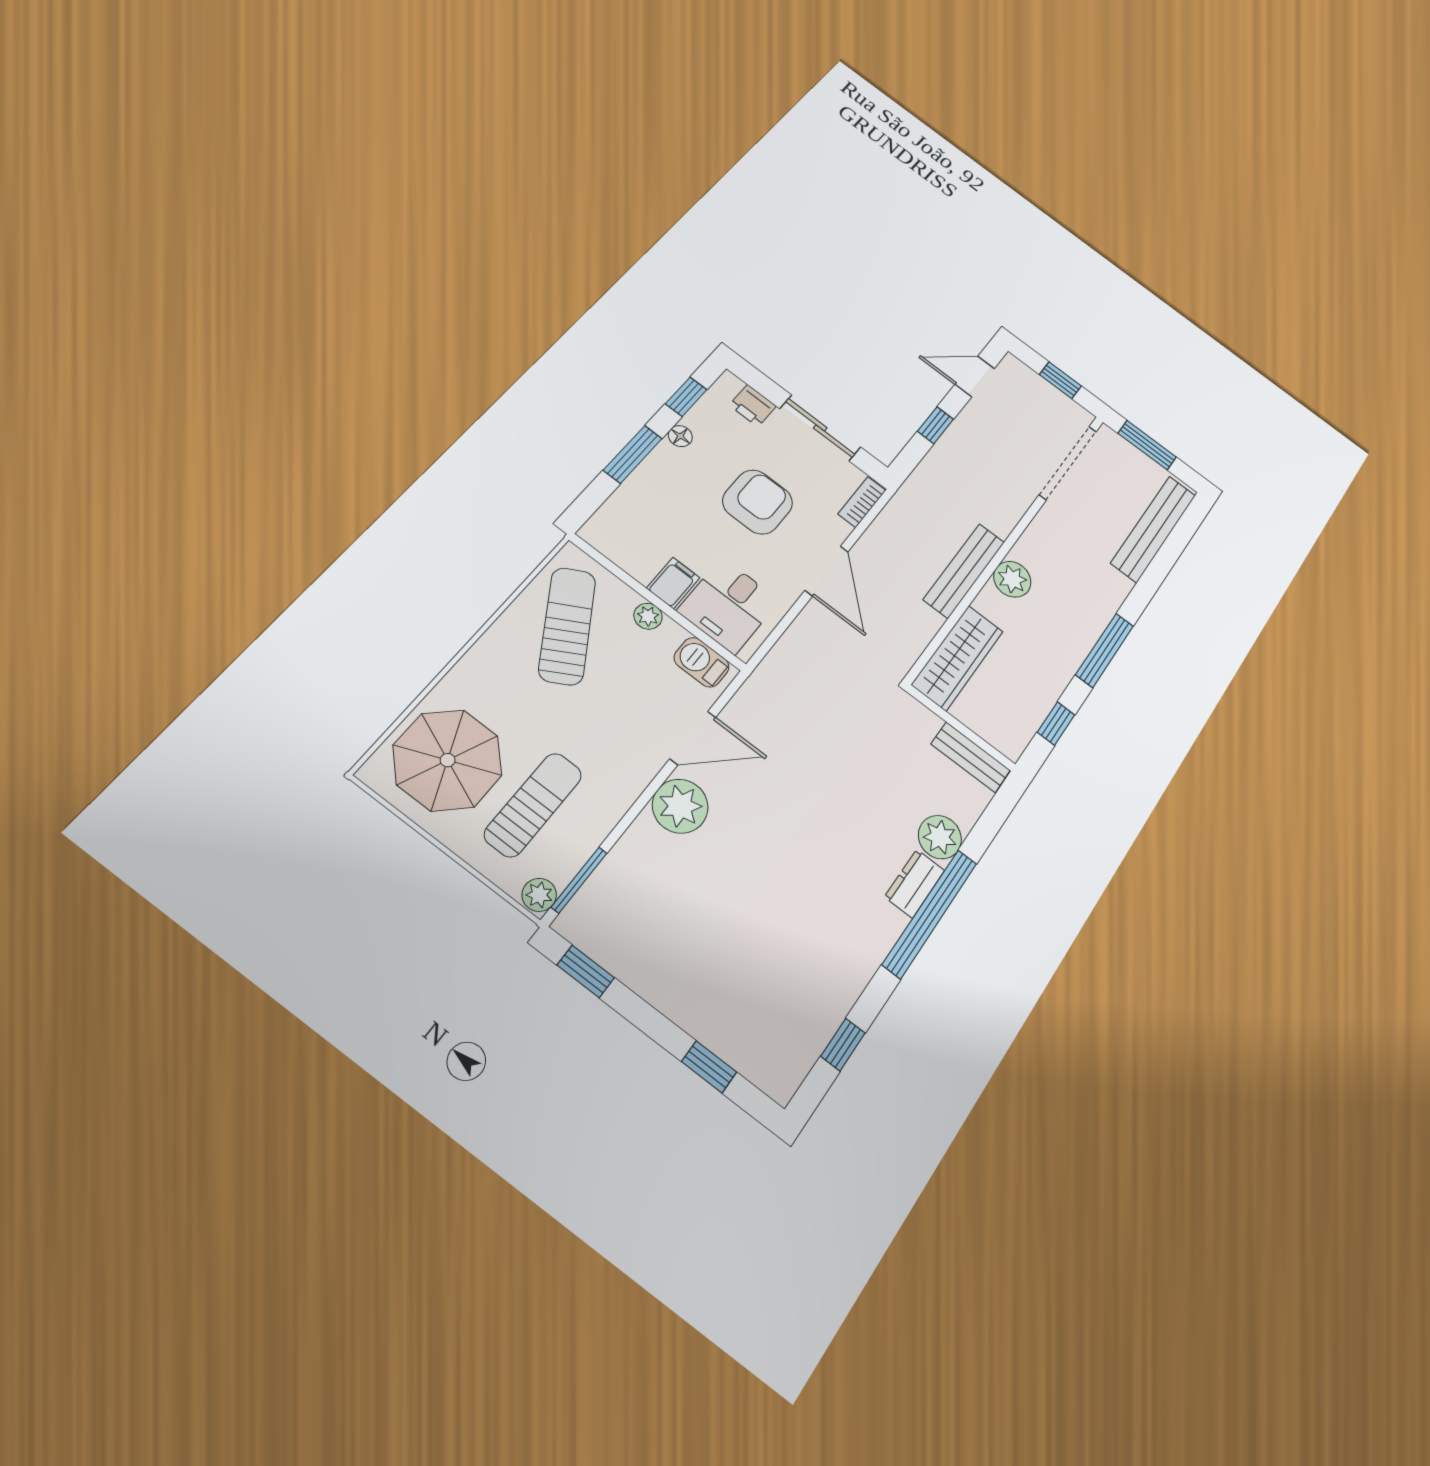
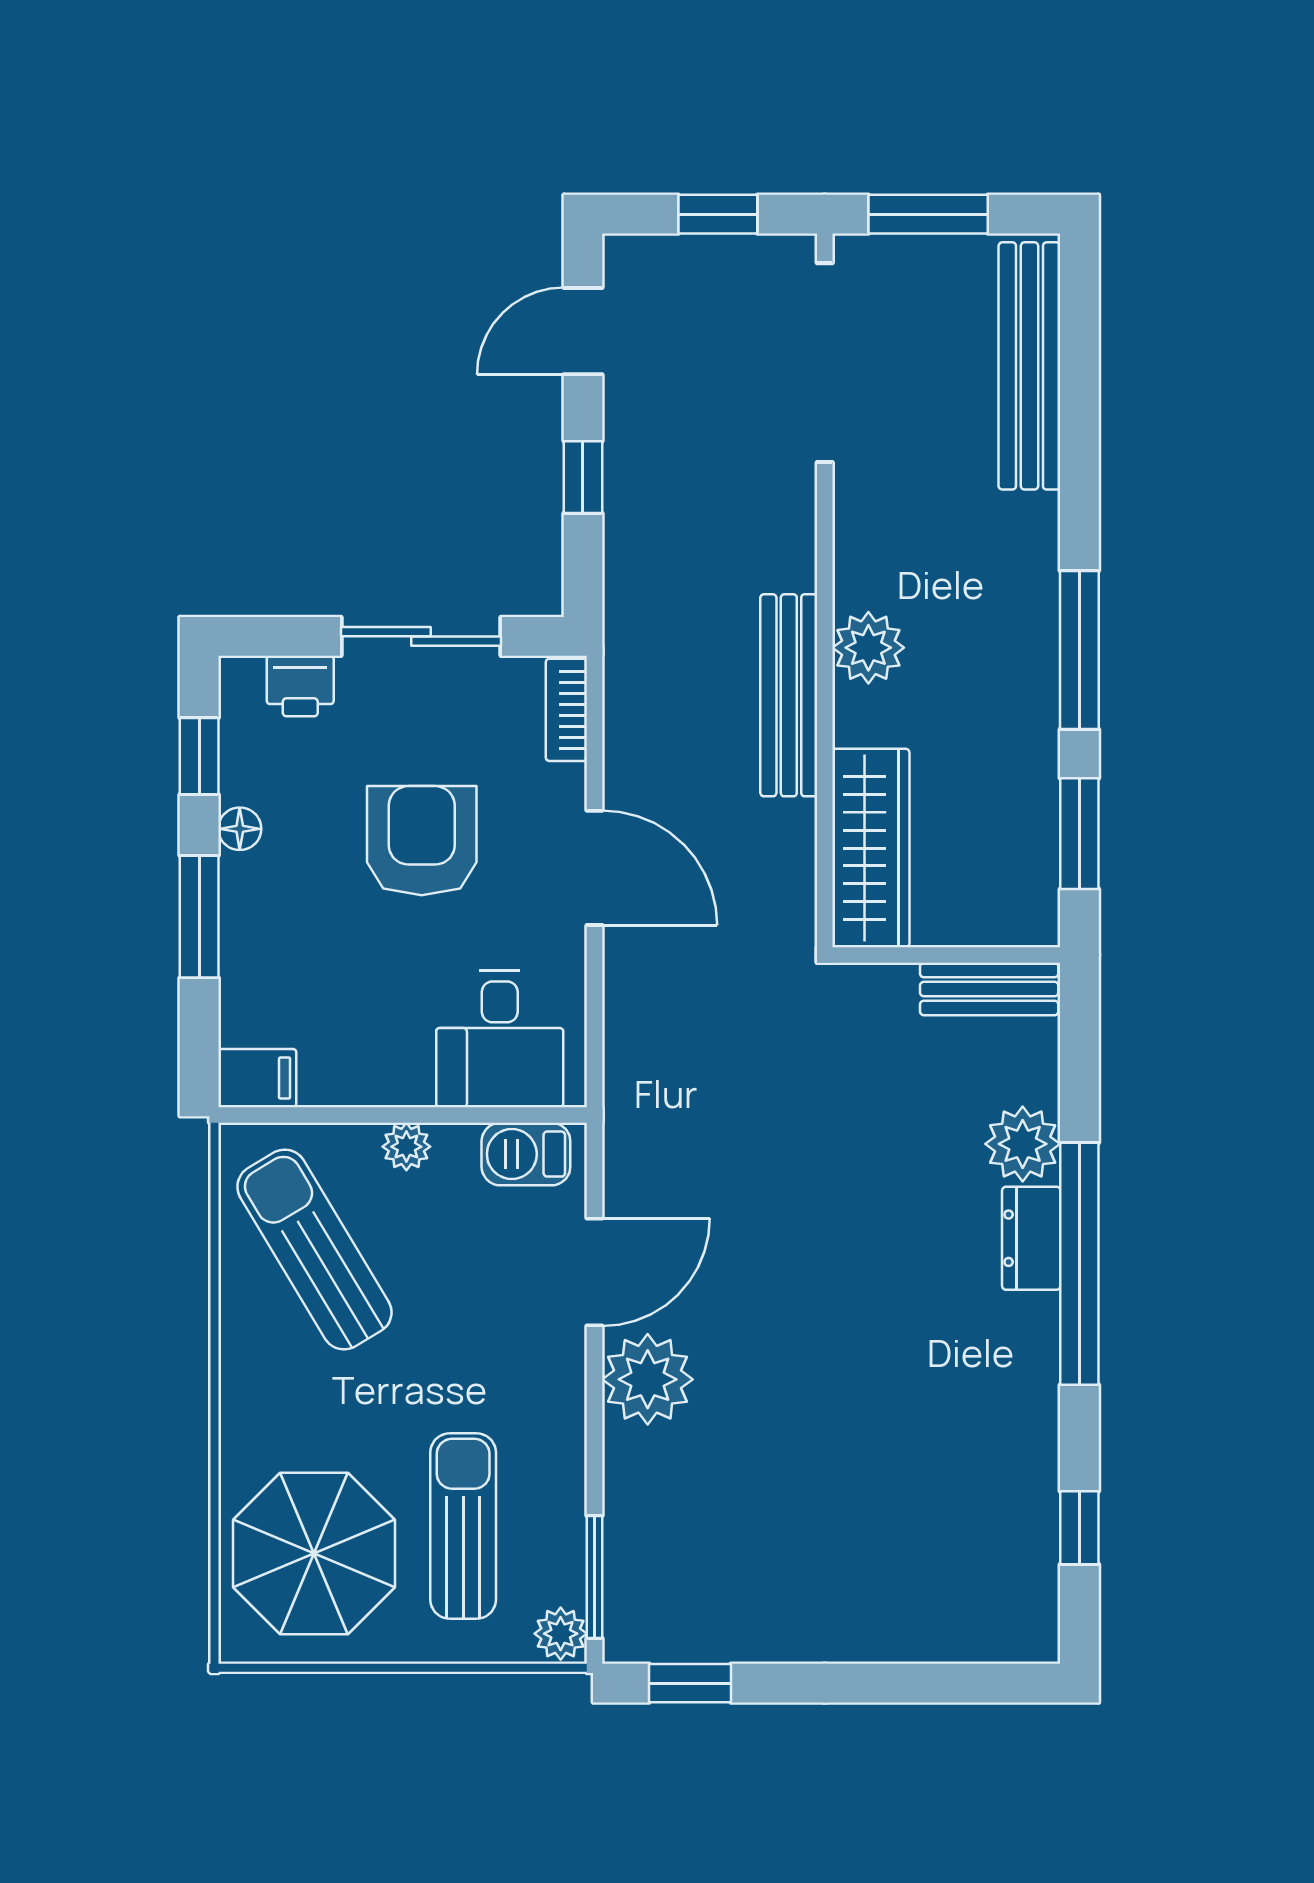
filing cabinet: (673, 583) -> (257, 1078), moved, turned 90
window: (1056, 724) -> (1079, 834), width x1.50
window: (709, 1067) -> (928, 1683), removed

